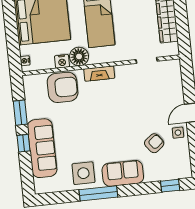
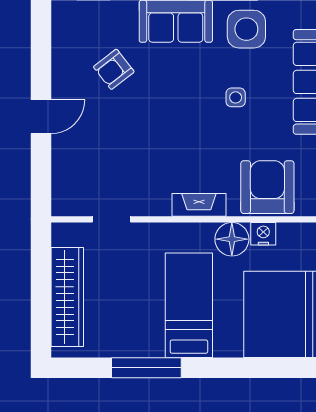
armchair: (63, 87) -> (267, 187), turned 90
side table: (178, 133) -> (236, 97), moved

